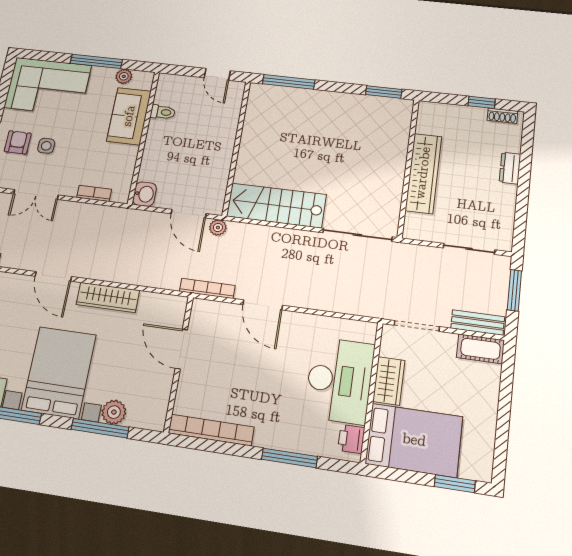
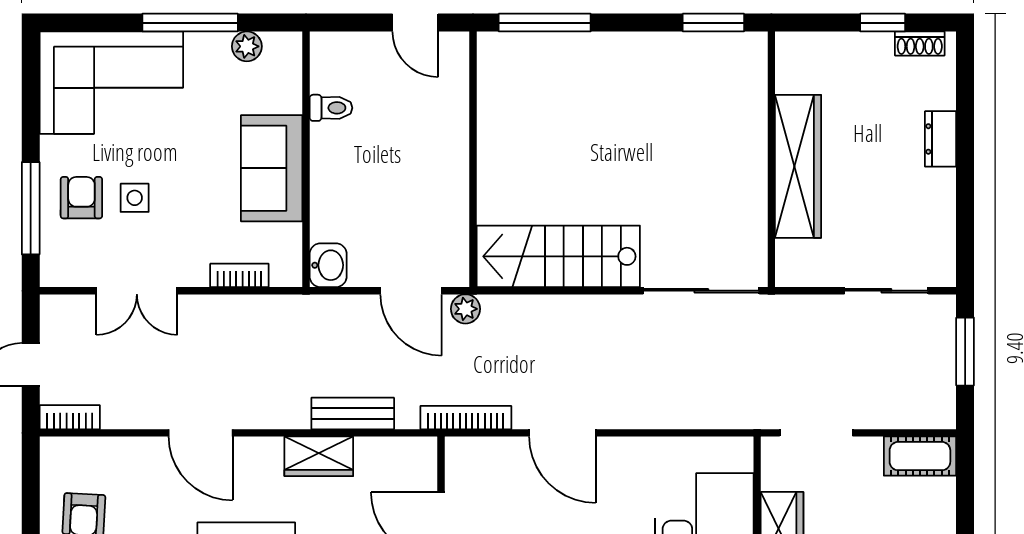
sofa: (129, 116) -> (272, 168), moved
wardrobe: (108, 297) -> (319, 456), width x0.67
bench: (478, 323) -> (353, 413), moved

